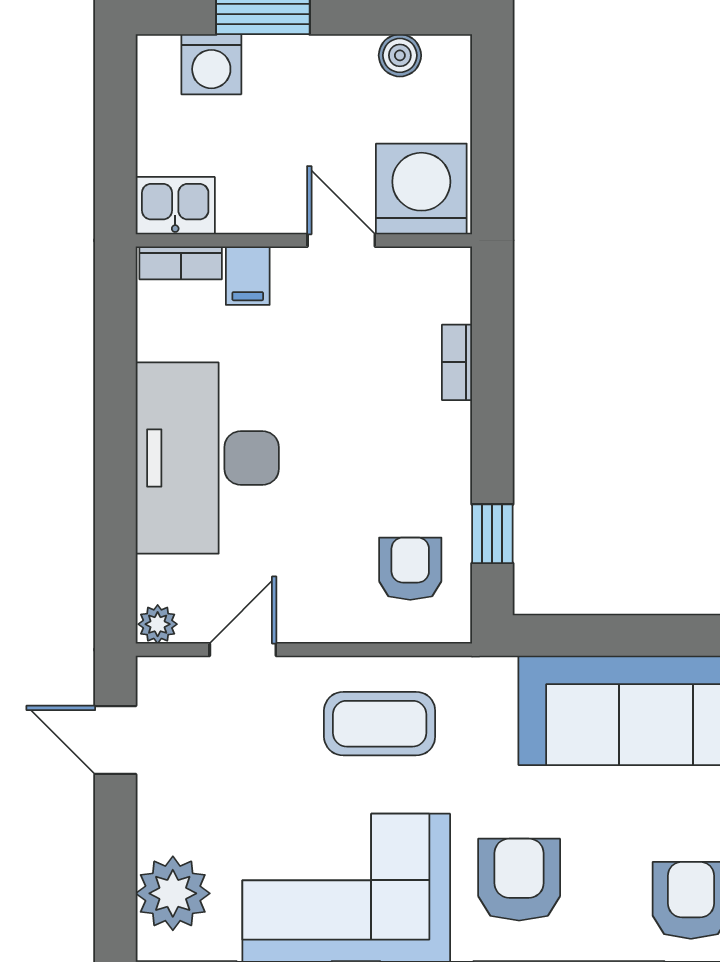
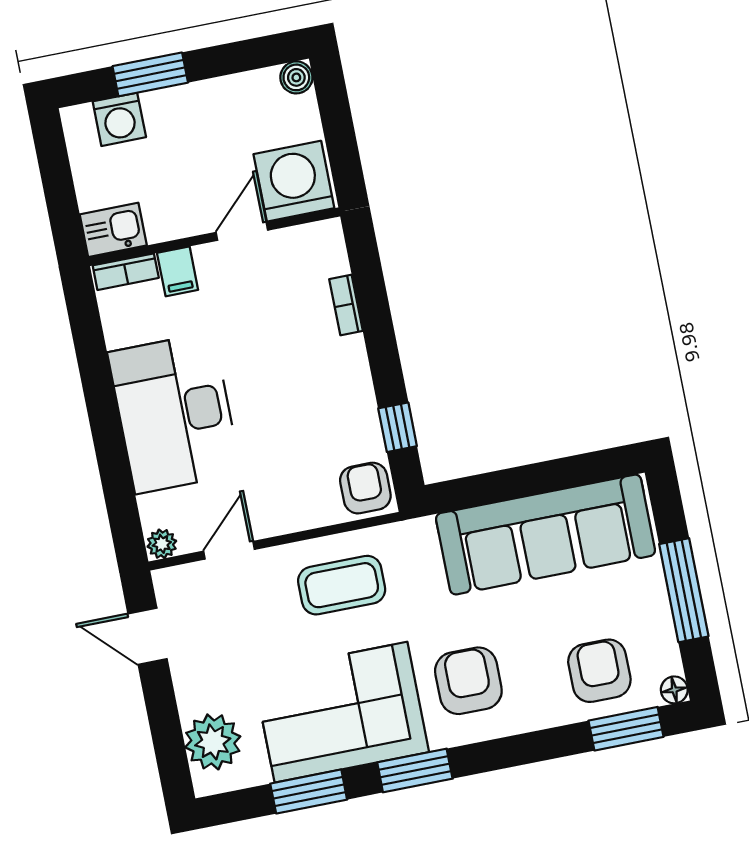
boiler: (400, 55) -> (296, 77), moved
door: (341, 240) -> (242, 231), hinge flipped
armchair: (410, 569) -> (365, 488), moved

